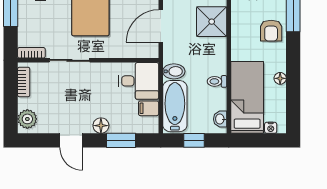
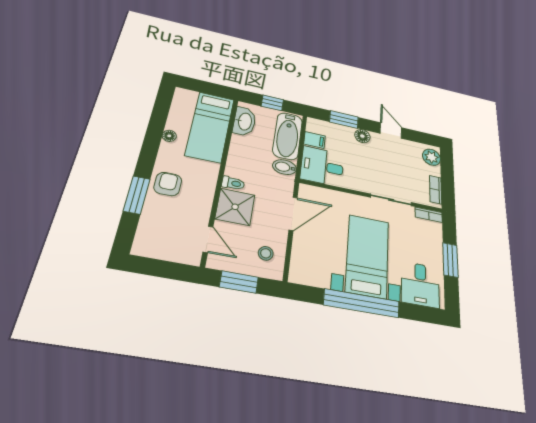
toilet: (217, 81) -> (233, 183), moved
washbasin: (220, 119) -> (244, 121), width x1.91, depth x1.45
nightstand: (271, 128) -> (191, 95), removed

